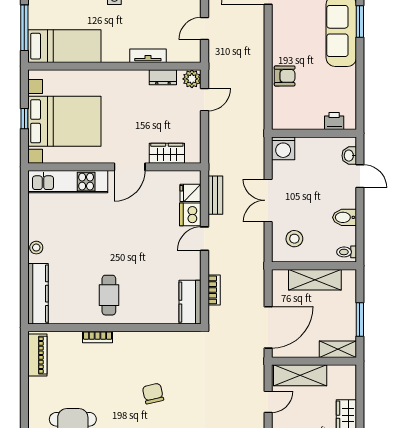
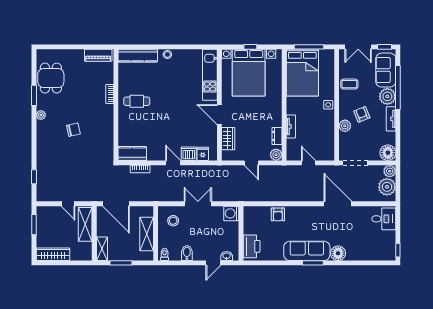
bed: (64, 46) -> (302, 73), width x1.50
door: (204, 100) -> (251, 163), moved
printer: (334, 121) -> (252, 246), width x1.87, depth x1.48
bench: (215, 195) -> (201, 170), removed

